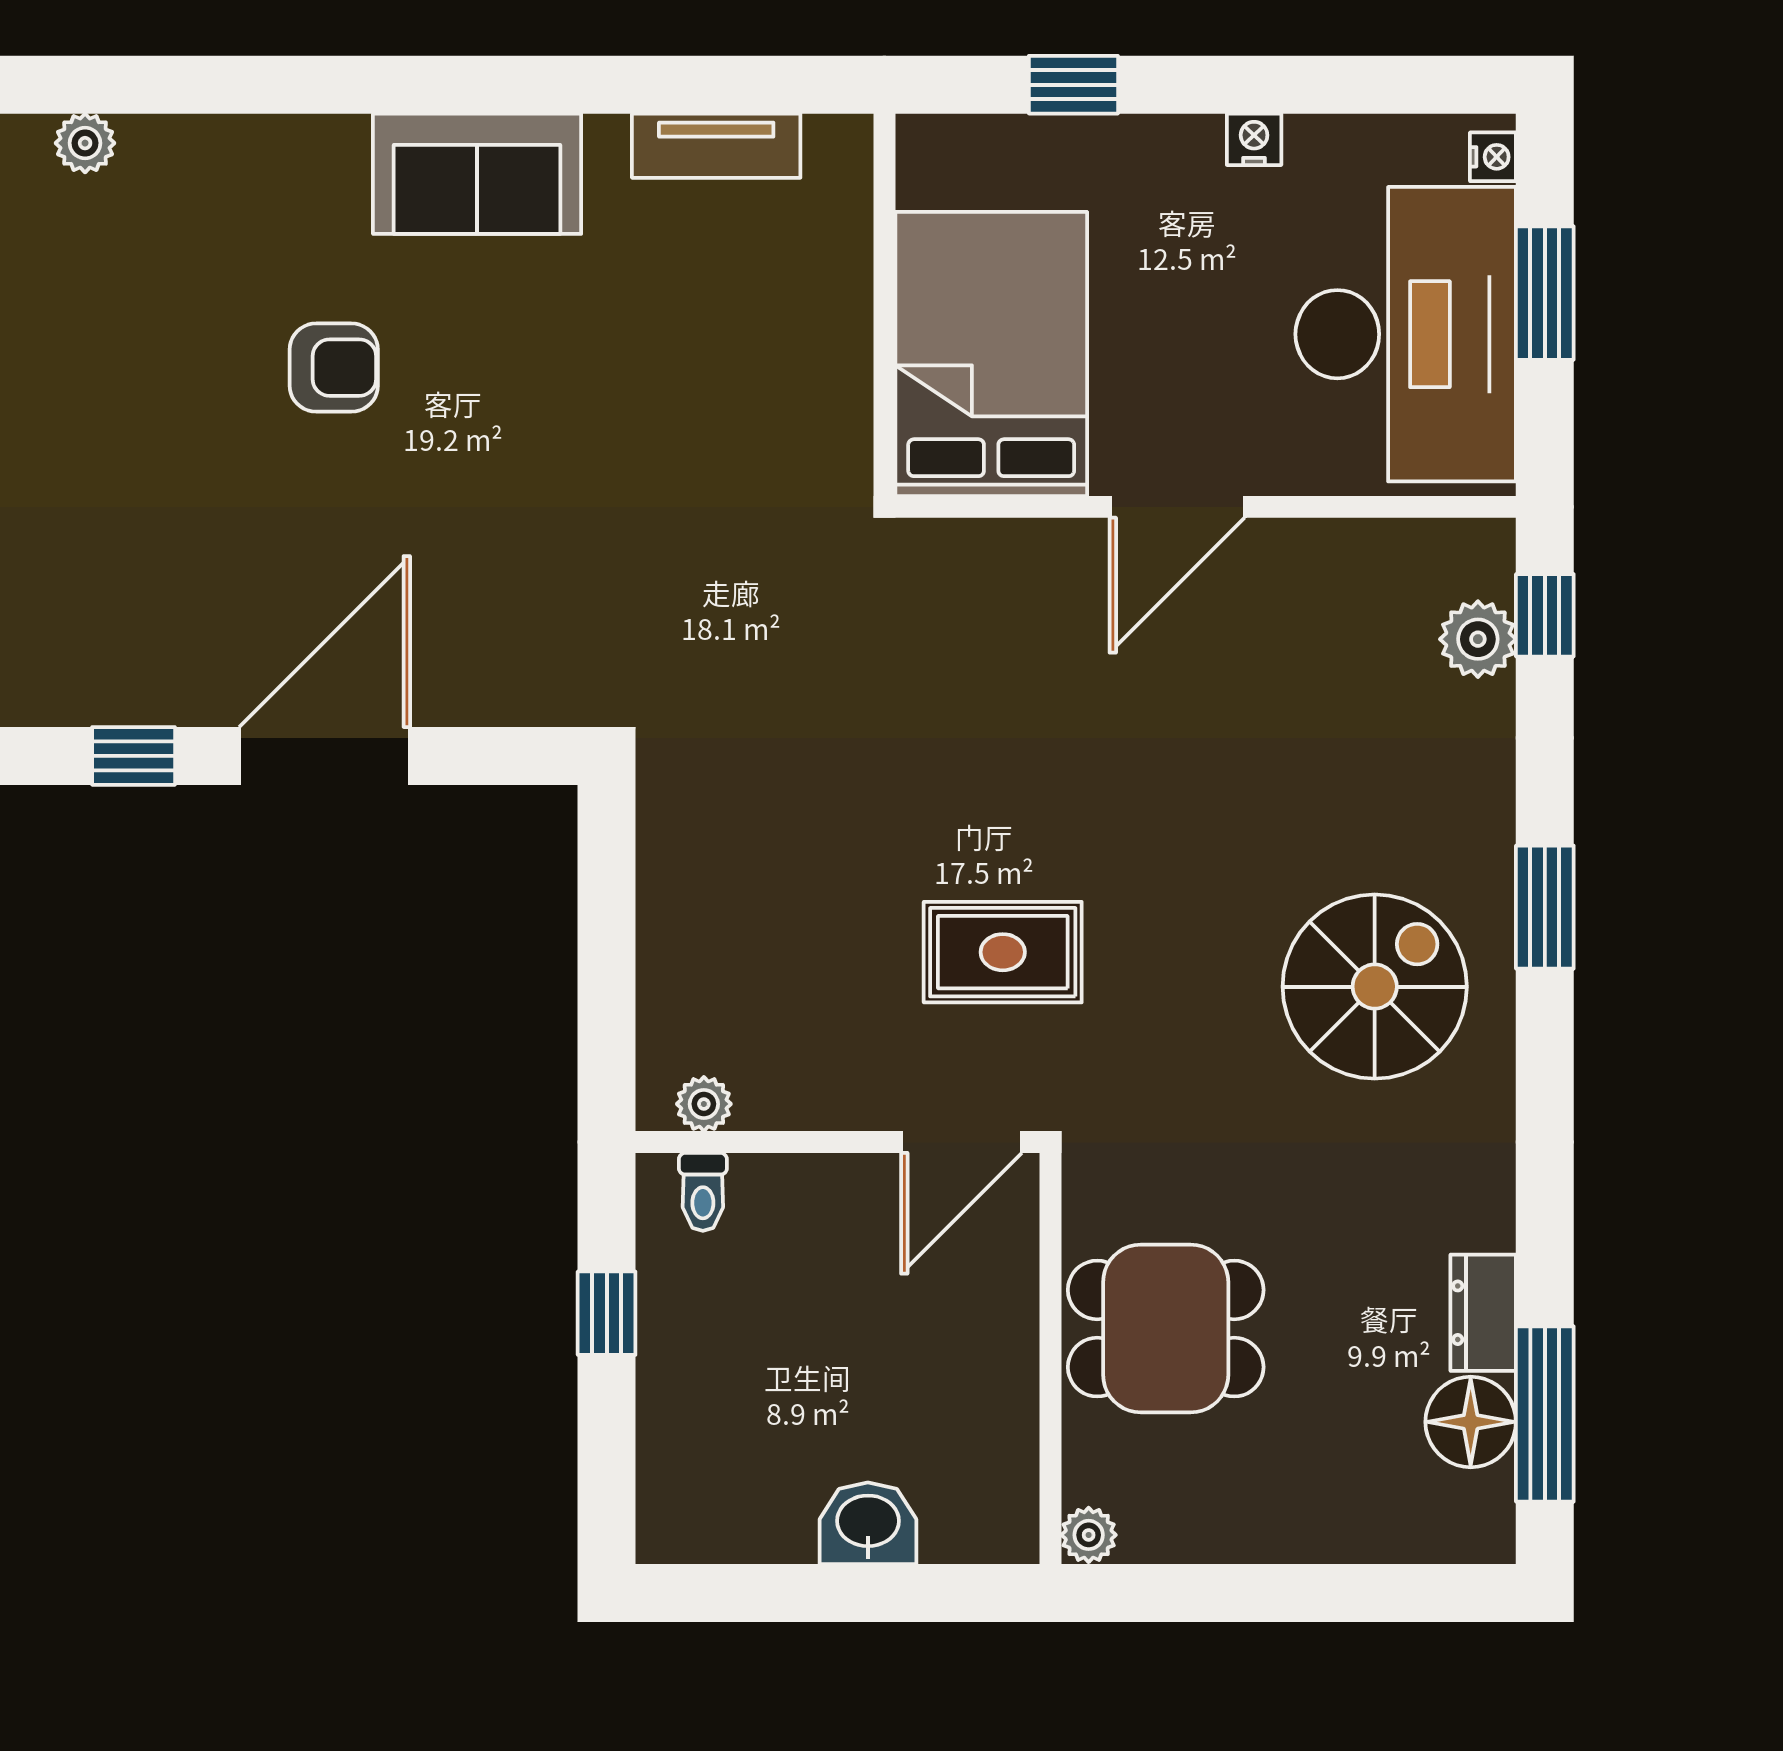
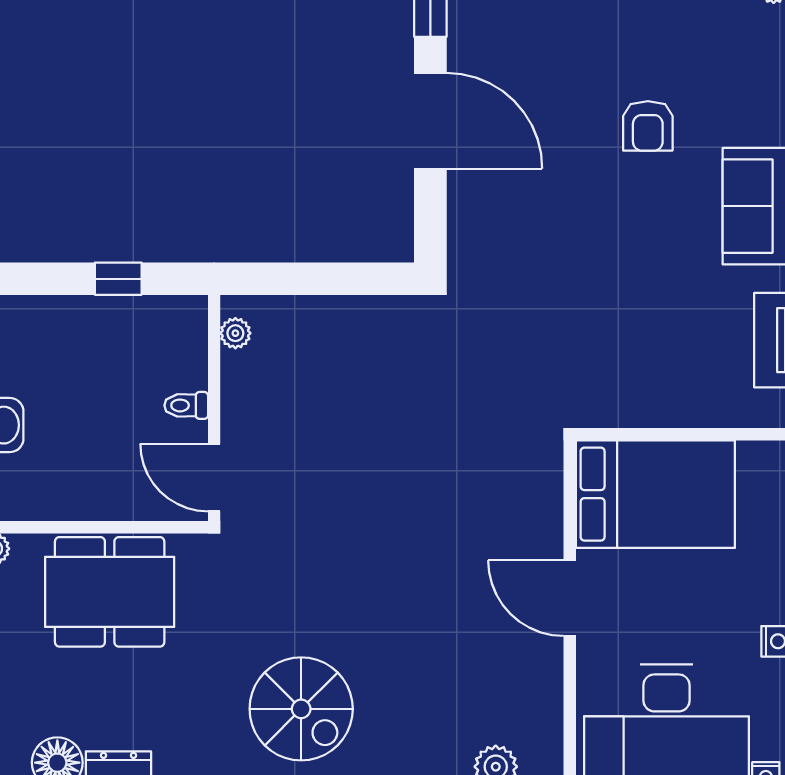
rug: (1003, 952) -> (320, 501), removed
toilet: (703, 1192) -> (186, 405), moved
dining table: (1166, 1329) -> (110, 592), width x1.38

